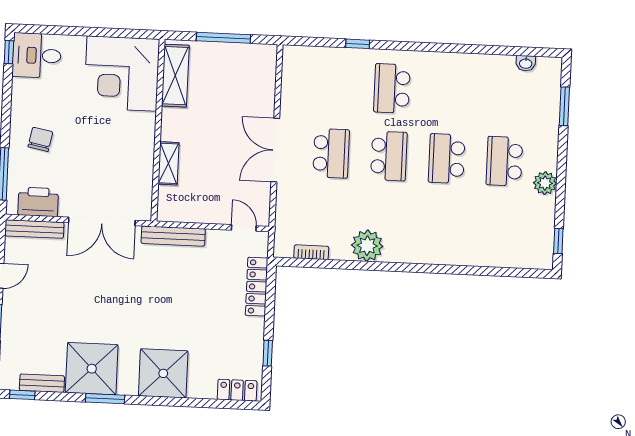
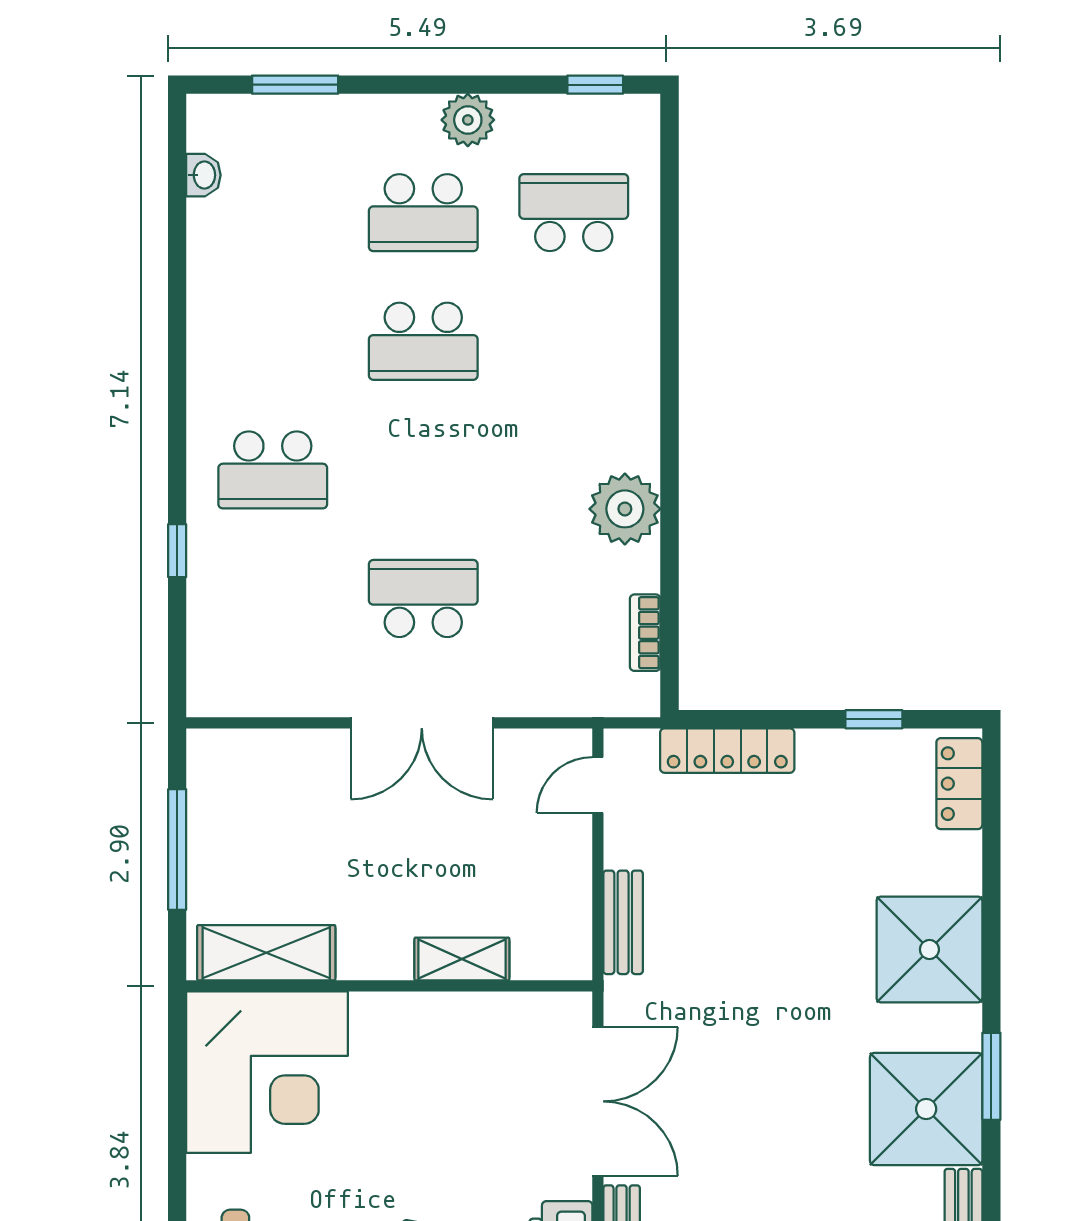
school desk: (389, 156) -> (574, 213), moved
bench: (173, 236) -> (623, 922), width x0.73

